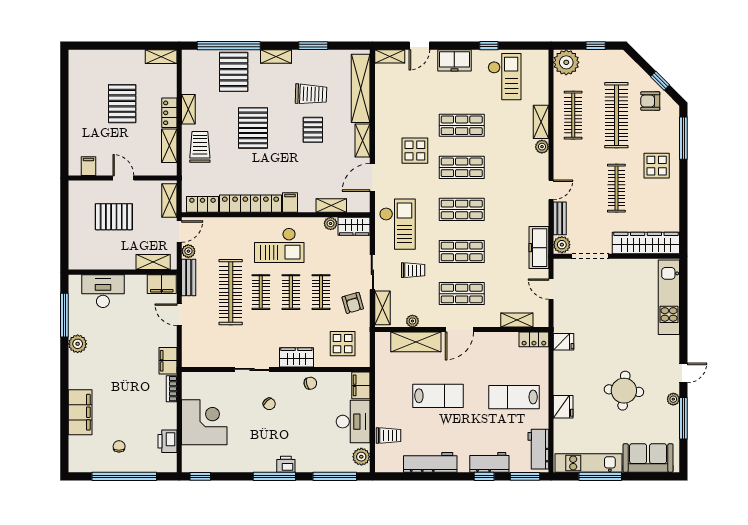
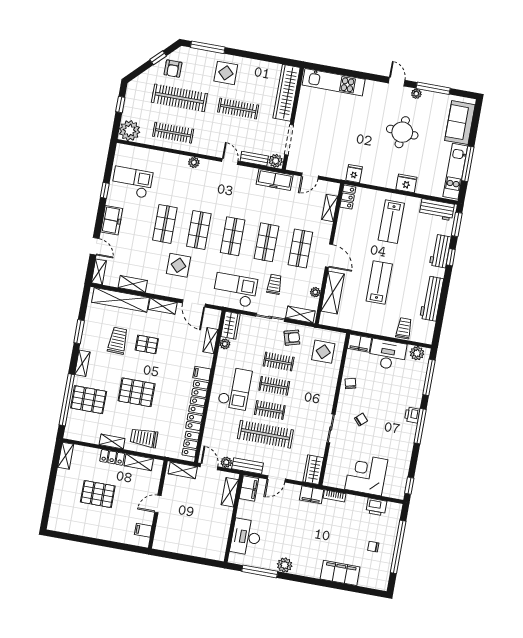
shelving: (541, 122) -> (133, 284), moved
pallet: (114, 217) -> (188, 517), removed
wardrobe: (296, 357) -> (313, 470), moved

